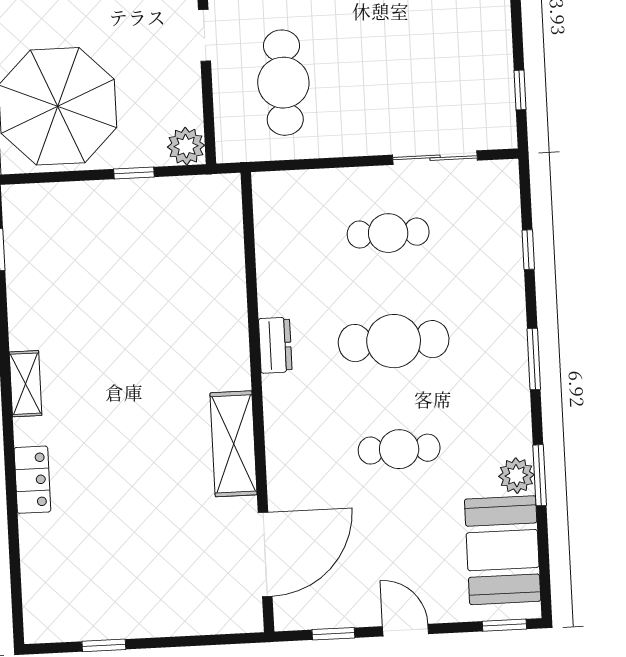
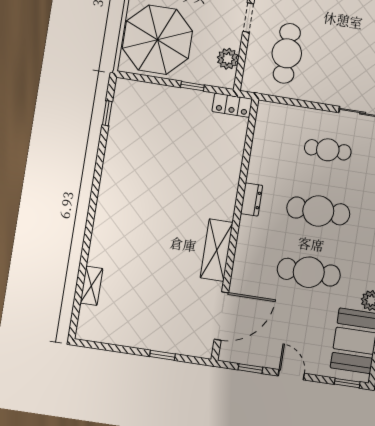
plant: (186, 146) -> (228, 59), moved
shelving: (26, 384) -> (91, 286), moved
cafe table: (399, 449) -> (309, 272), width x1.37, depth x1.35
locker: (32, 480) -> (232, 105), moved, turned 90
window: (104, 645) -> (162, 355), moved

